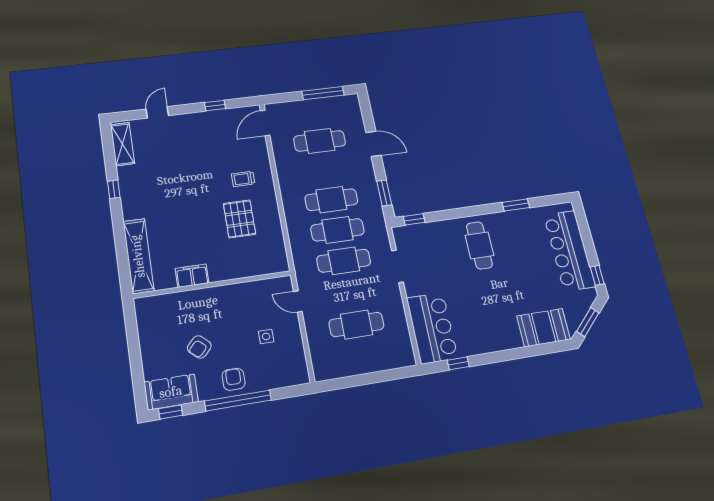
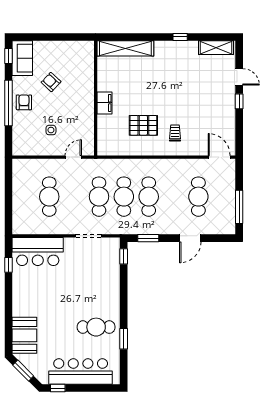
window: (215, 106) -> (239, 101), moved
cafe table: (479, 245) -> (96, 327), moved
filing cabinet: (192, 276) -> (104, 103), moved
armchair: (234, 379) -> (24, 102), turned -90

